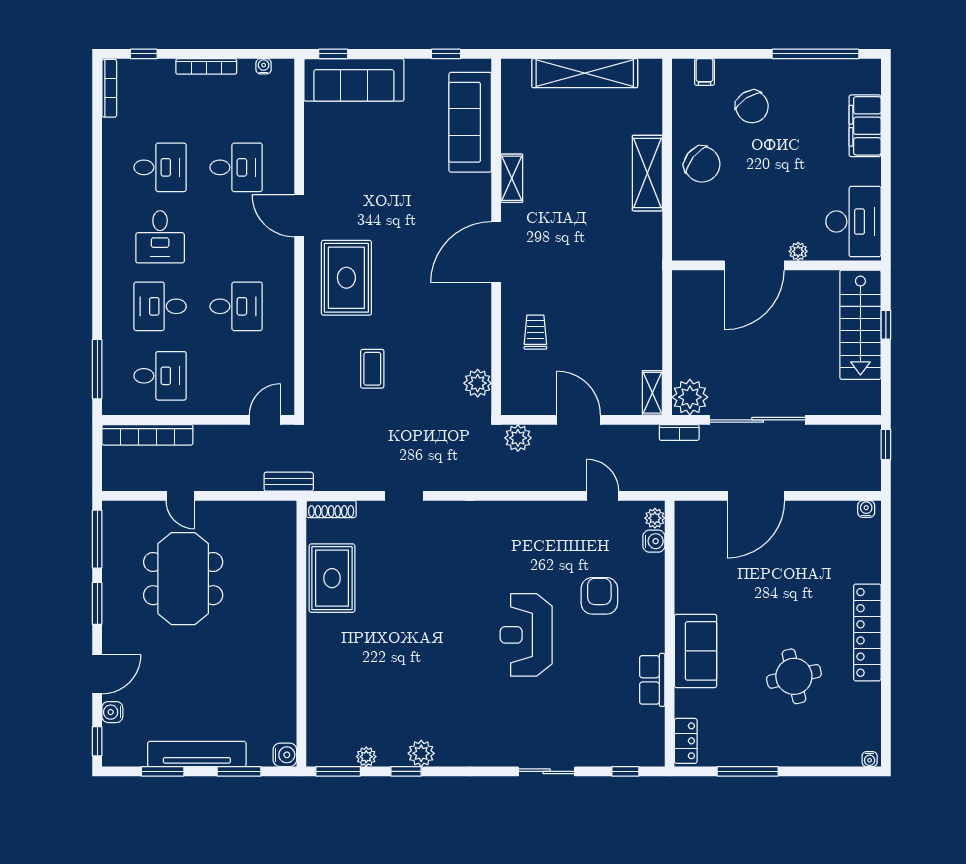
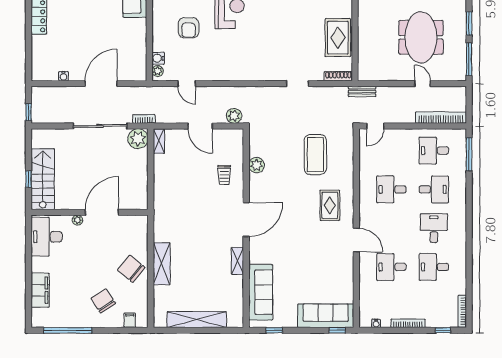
rug: (346, 278) -> (330, 205), width x0.73, depth x0.70
coffee table: (372, 369) -> (315, 155), width x1.86, depth x1.72
plant: (478, 383) -> (257, 165), moved
water cooler: (866, 509) -> (63, 76), moved

